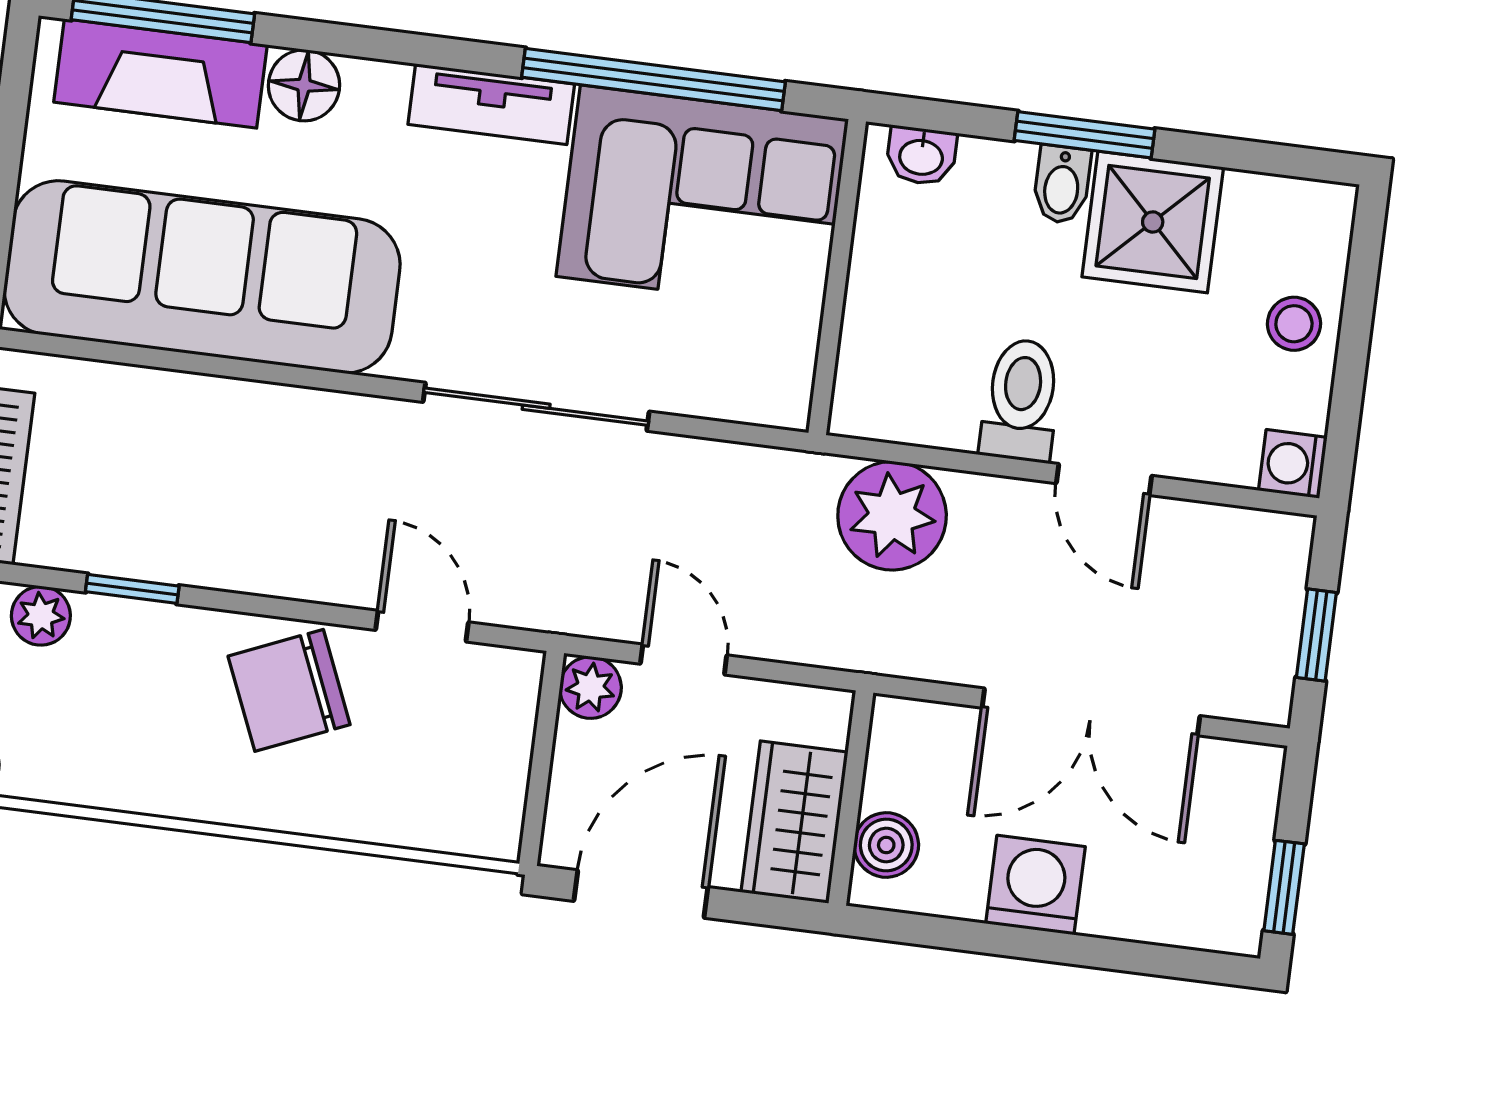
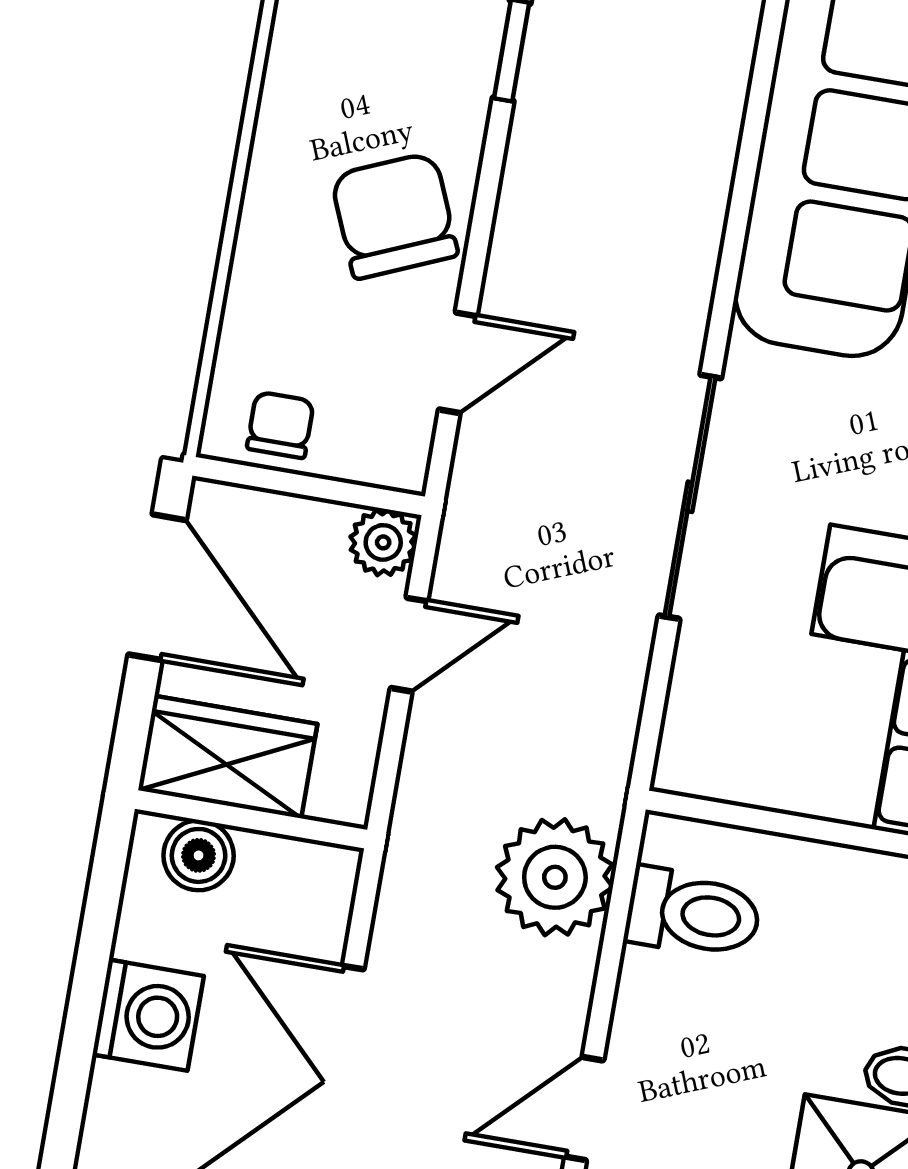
toilet: (1021, 400) -> (693, 913), moved
chair: (486, 787) -> (280, 425), added

